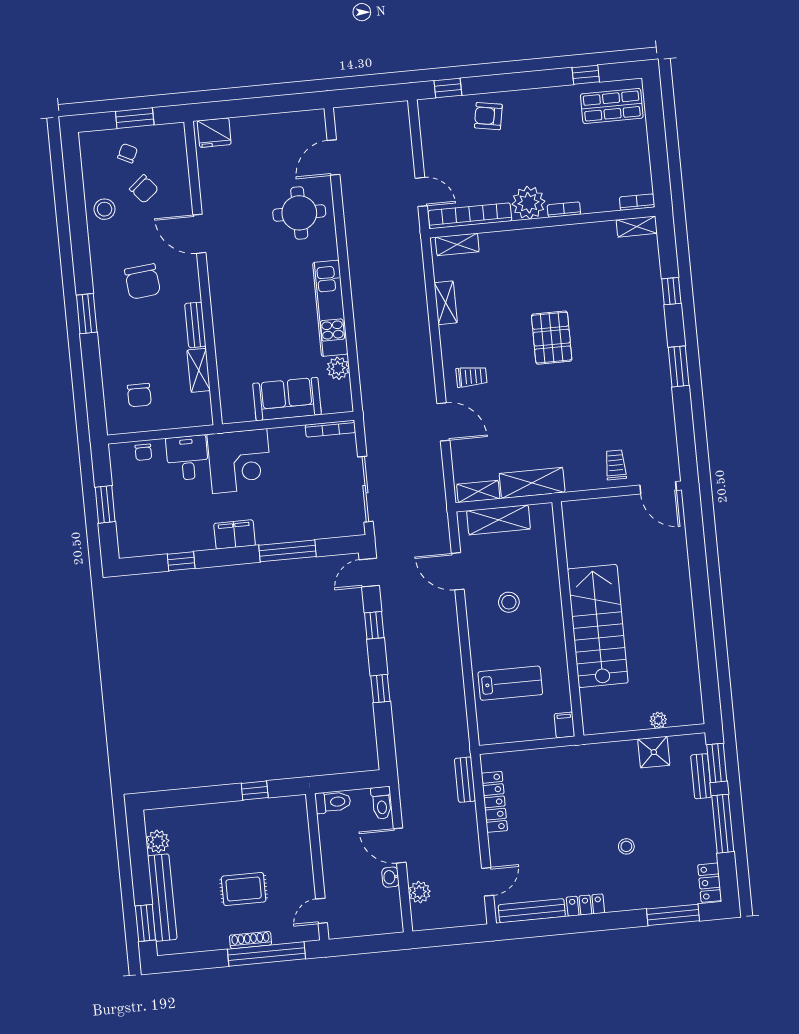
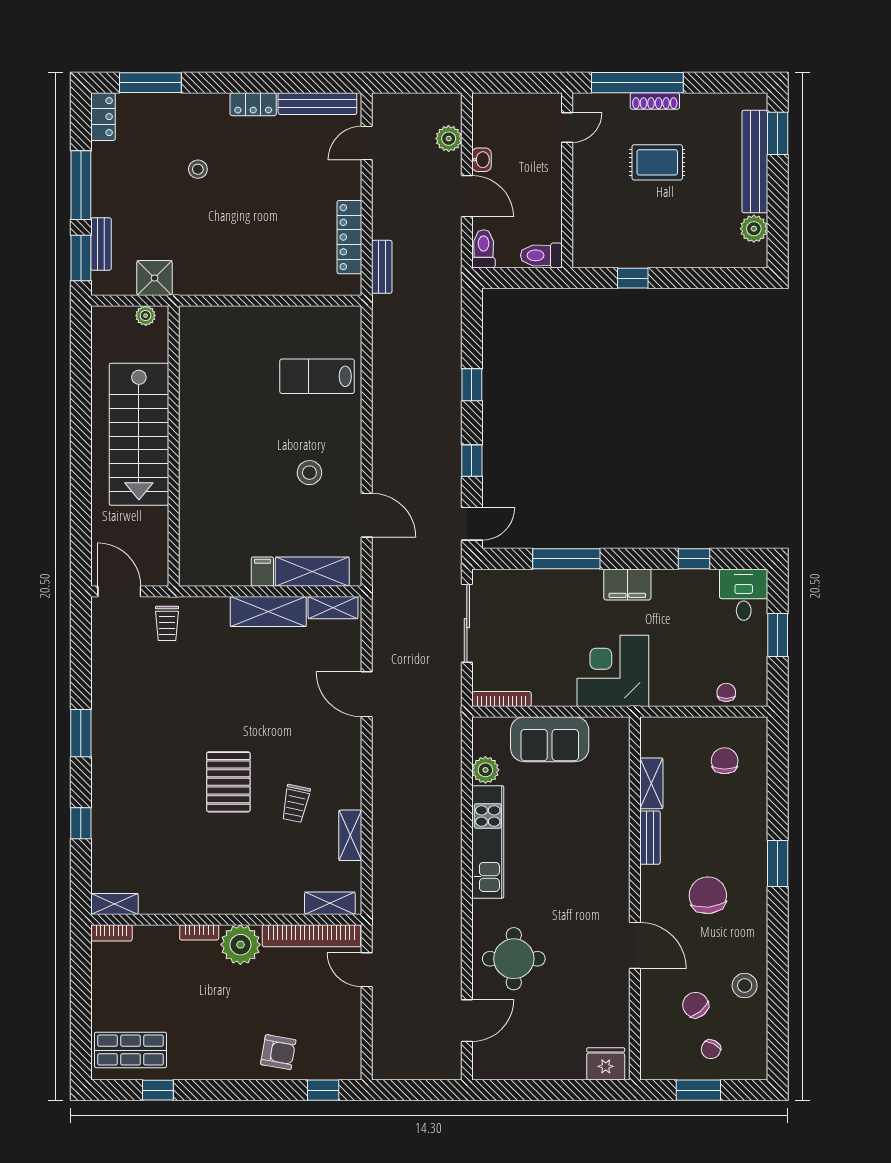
trolley: (471, 377) -> (296, 804), moved, turned -78
desk: (187, 458) -> (744, 595), moved, turned 180
wall: (568, 619) -> (174, 446), moved
stairs: (598, 626) -> (139, 434), moved
filing cabinet: (565, 725) -> (262, 572), moved, turned 180

